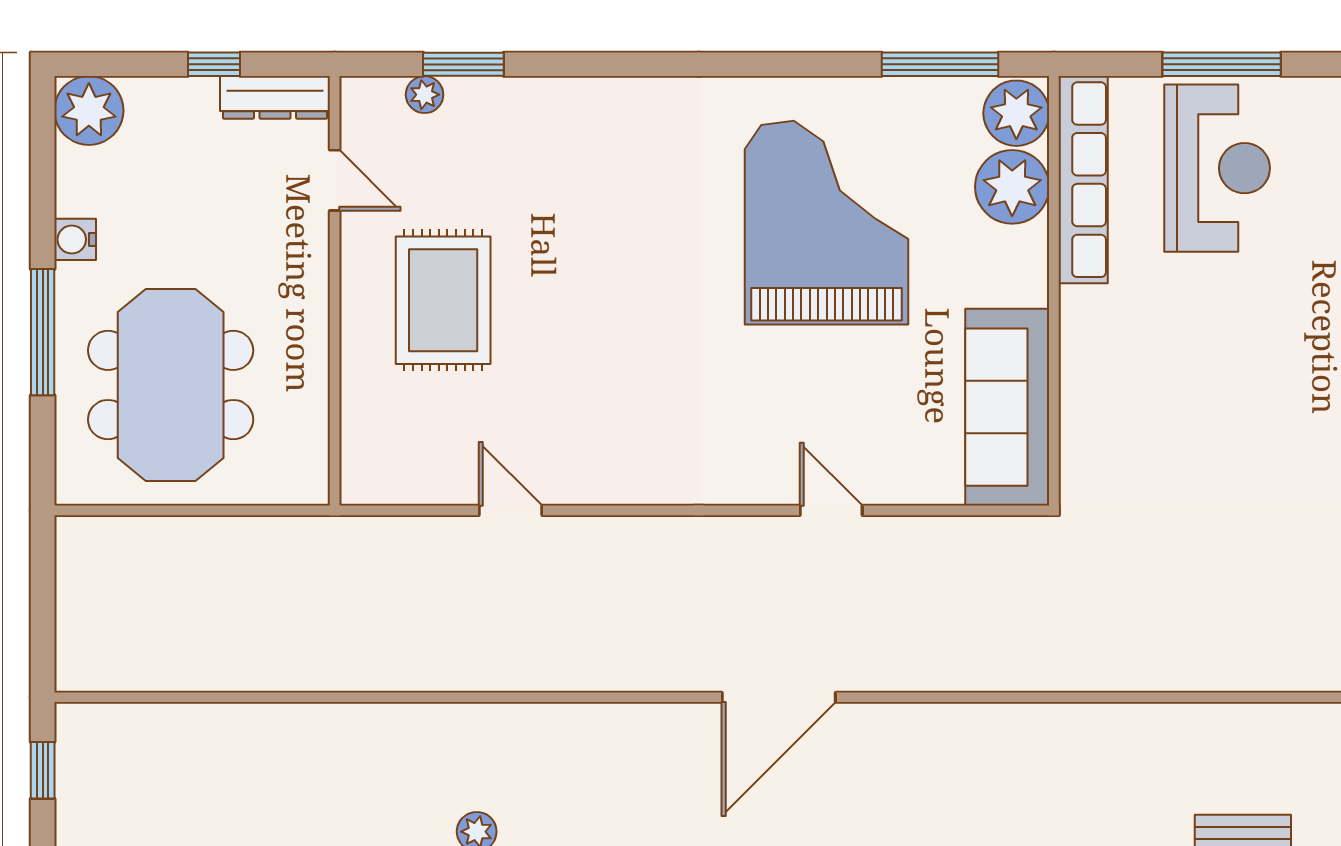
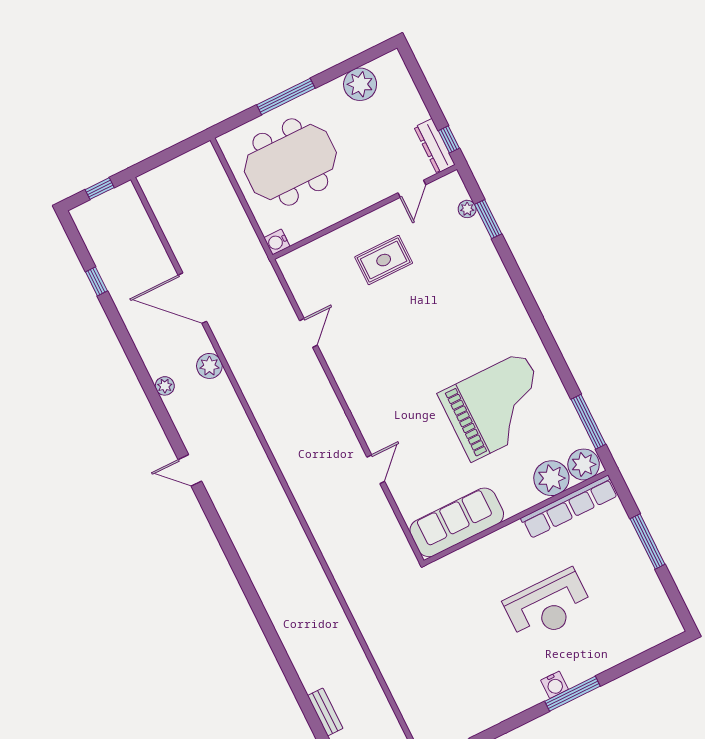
window: (214, 64) -> (449, 139), moved
plant: (89, 111) -> (360, 84), moved
reception desk: (1217, 168) -> (548, 606), moved
water cooler: (75, 239) -> (277, 242), moved, turned -90
rug: (443, 300) -> (384, 260), width x0.73, depth x0.70
door: (779, 697) -> (192, 298), moved
plant: (481, 729) -> (209, 366), added

